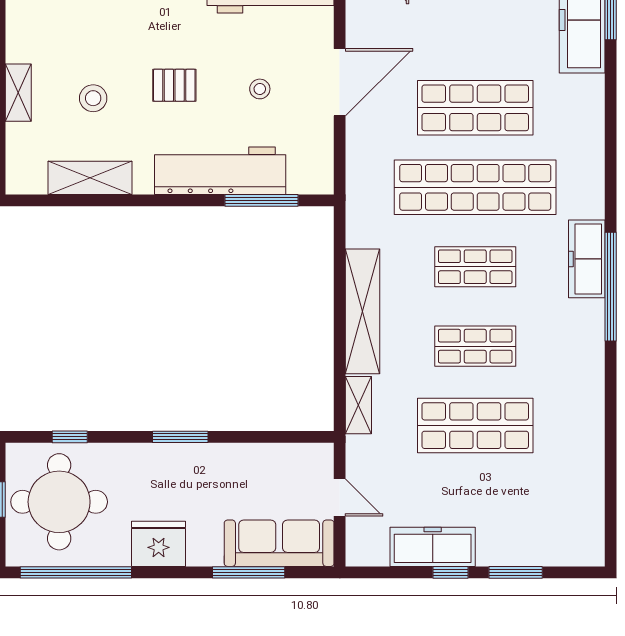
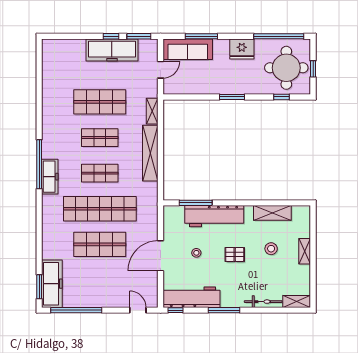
door: (340, 498) -> (161, 70), swing flipped
freezer: (433, 547) -> (112, 50), width x1.36, depth x1.26
window: (516, 572) -> (139, 36), moved

